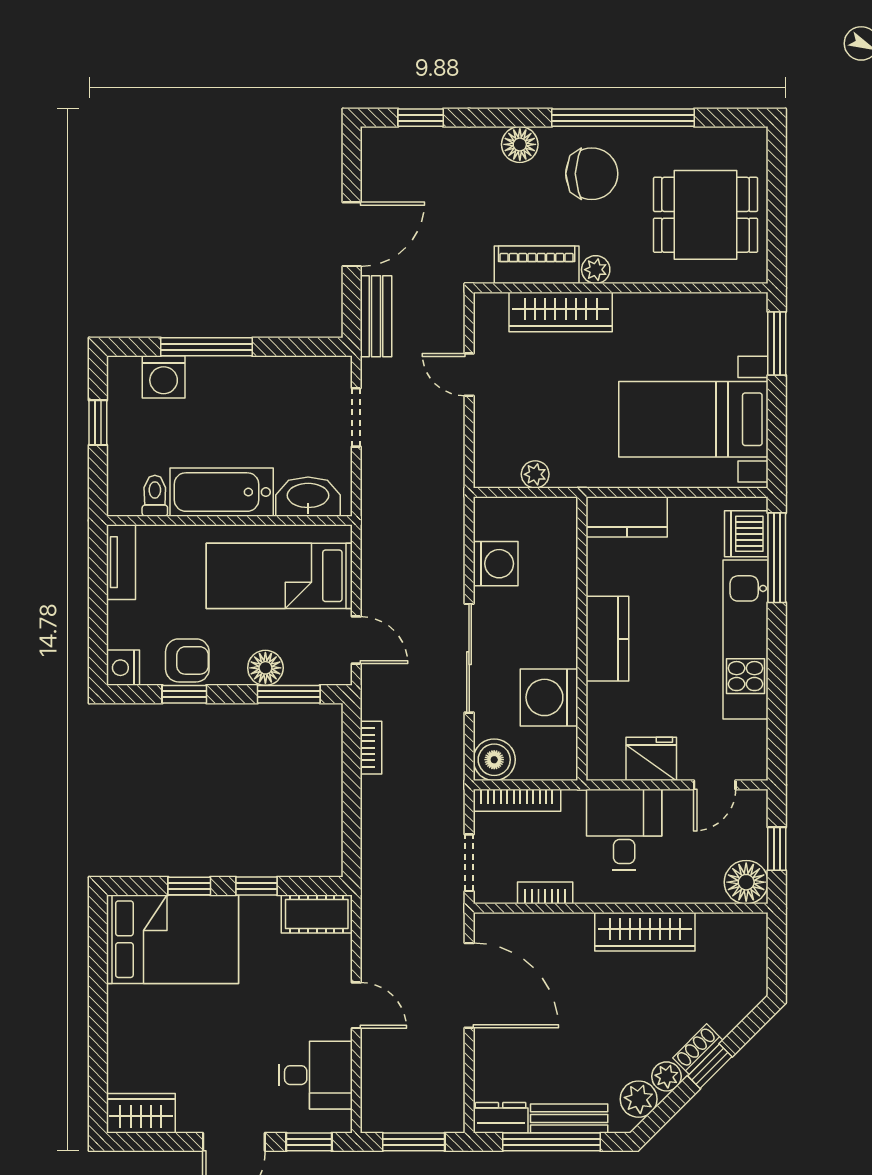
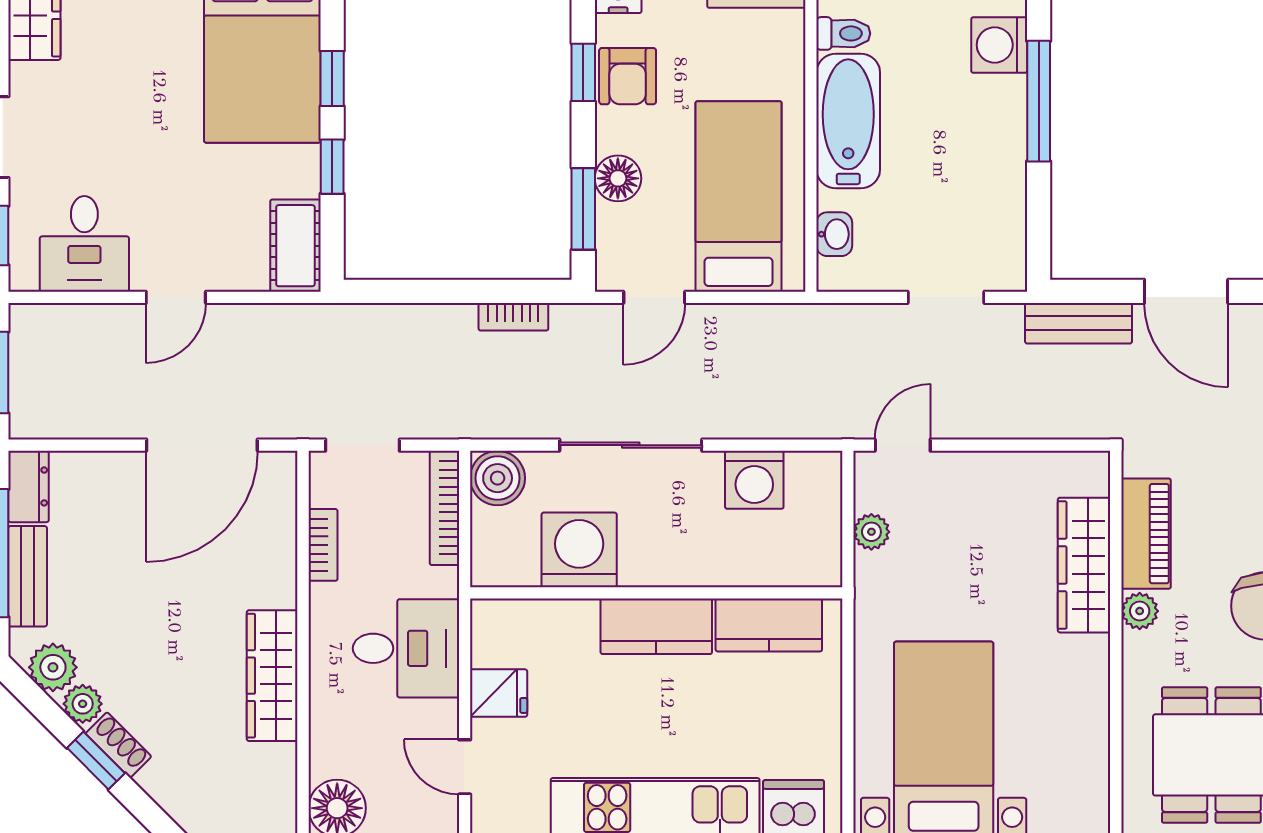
door: (469, 375) -> (903, 445), moved
washbasin: (308, 497) -> (834, 234), width x0.52, depth x0.69
kitchen counter: (627, 517) -> (769, 625), moved, turned -90
fridge: (651, 759) -> (499, 693), width x0.72

